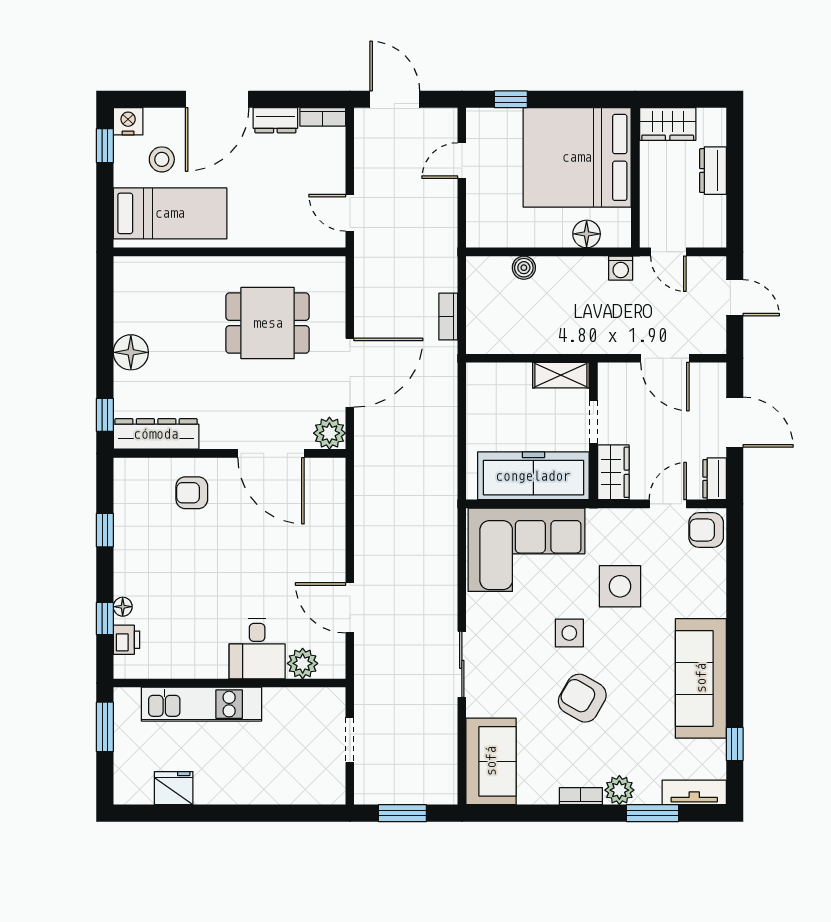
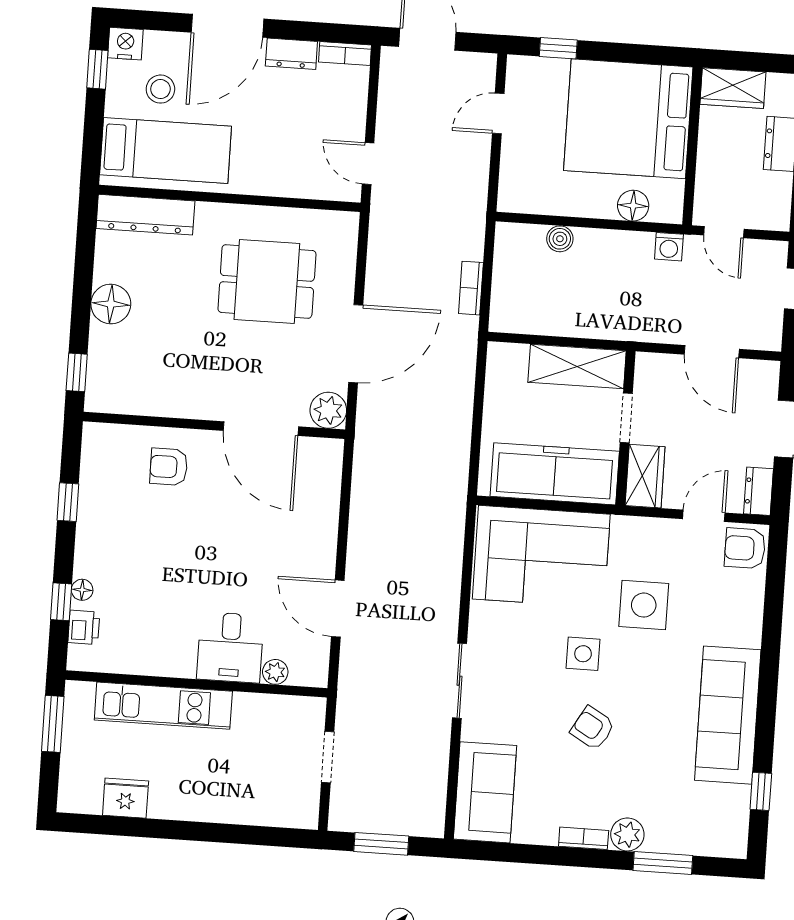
shelving: (561, 375) -> (577, 366), width x1.50, depth x1.33
dresser: (156, 434) -> (145, 215), moved, turned 180
plant: (303, 663) -> (275, 672), width x0.73, depth x0.73
armchair: (582, 698) -> (593, 728), width x0.72, depth x0.72
tv unit: (694, 792) -> (711, 843), removed

